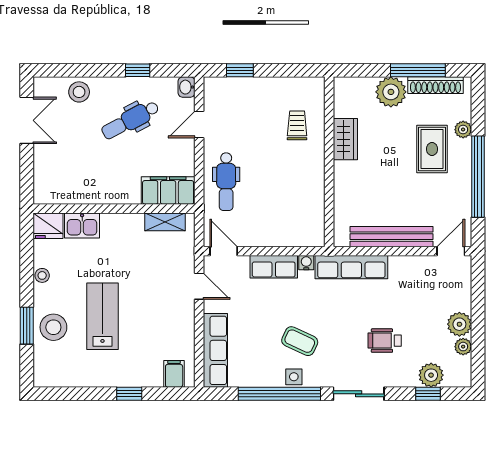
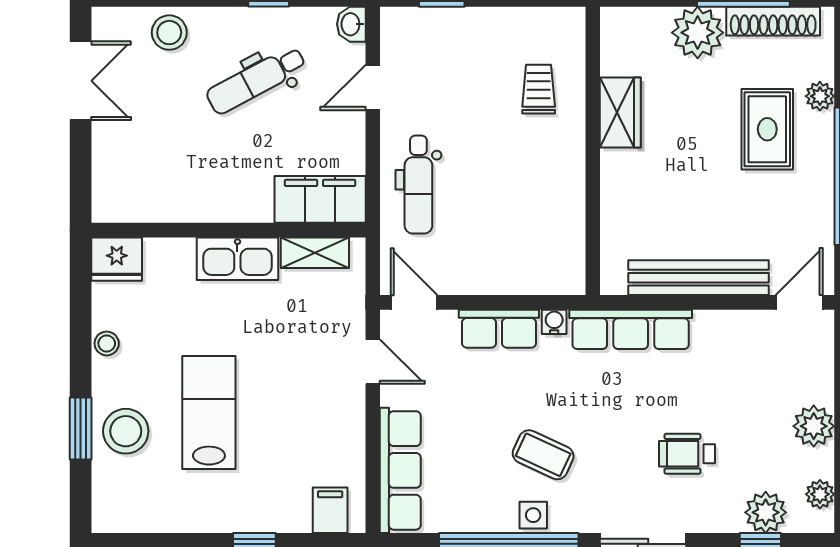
kitchen sink: (82, 225) -> (237, 259), moved, width x1.38
plant: (463, 347) -> (820, 494), moved

